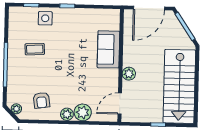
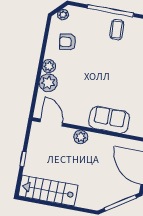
coffee table: (35, 49) -> (117, 30), moved
stairs: (179, 86) -> (48, 191), width x0.73, depth x0.66

